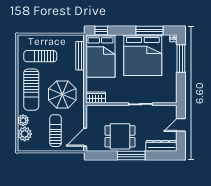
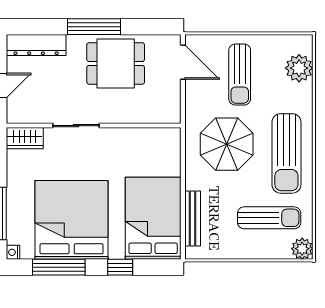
window: (101, 30) -> (120, 267), moved
sun lounger: (31, 90) -> (286, 153), turned 180
wardrobe: (96, 98) -> (25, 138), moved
plant: (23, 120) -> (302, 249), moved
door: (85, 137) -> (183, 62), hinge flipped

